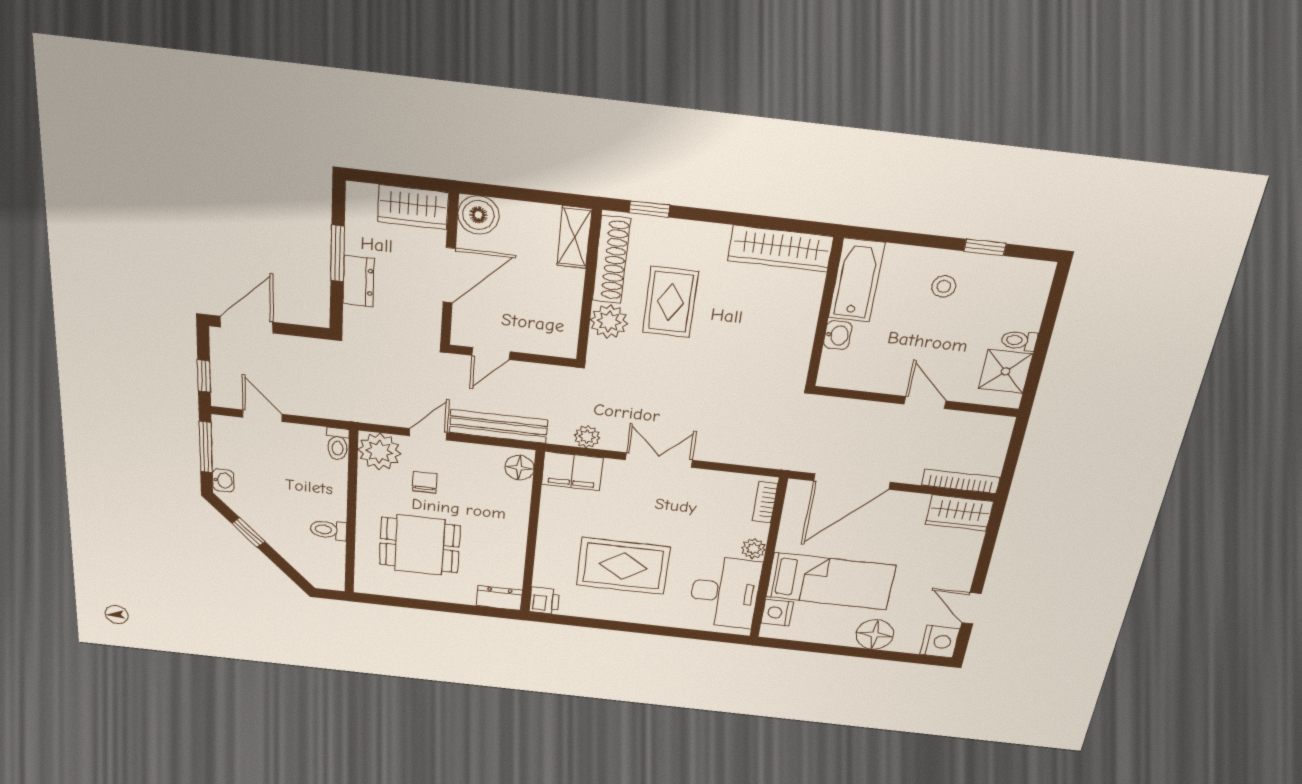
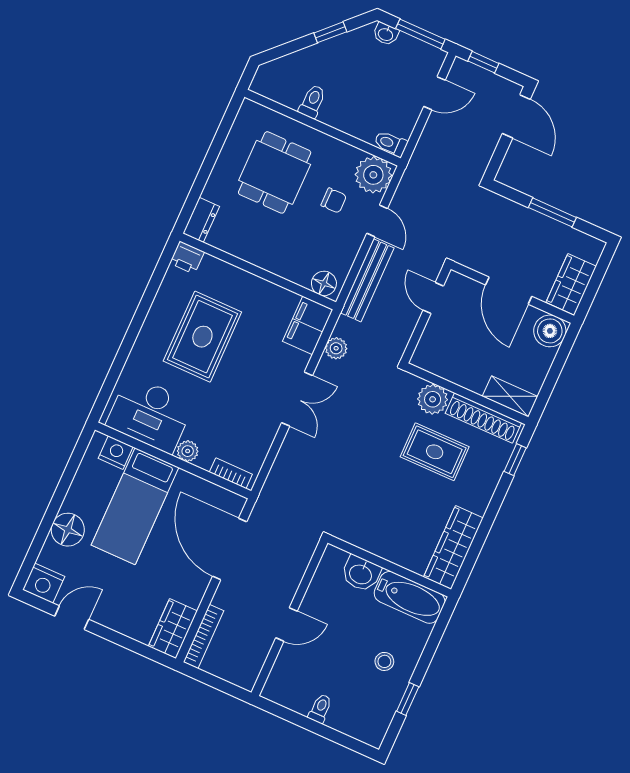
dresser: (358, 281) -> (525, 219), removed
washbasin: (838, 335) -> (361, 574), width x1.38, depth x1.45
shower: (1006, 371) -> (296, 693), removed

